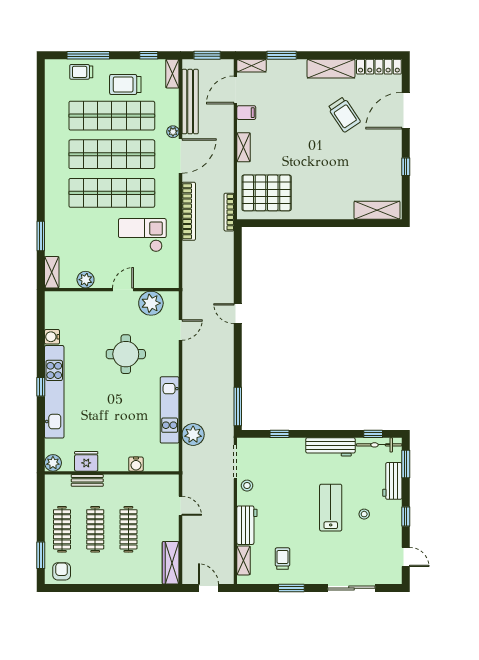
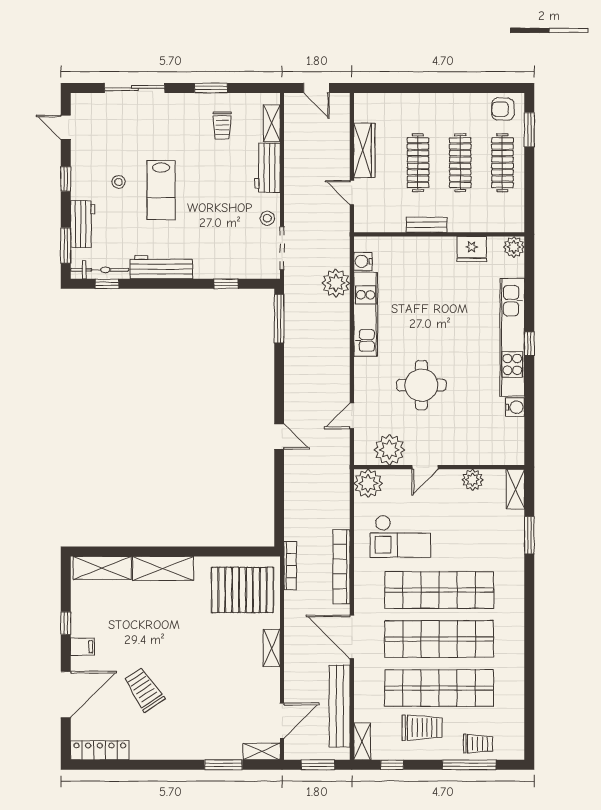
shelving: (331, 69) -> (163, 568), moved
filing cabinet: (246, 113) -> (82, 647), moved, turned 180
plant: (173, 132) -> (368, 483), moved, width x1.88, depth x1.88
door: (180, 156) -> (352, 637), hinge flipped
water cooler: (136, 464) -> (363, 261), moved, turned -90
bench: (87, 480) -> (427, 225), moved
wardrobe: (171, 563) -> (364, 150), moved
armchair: (62, 571) -> (503, 109), turned 90

